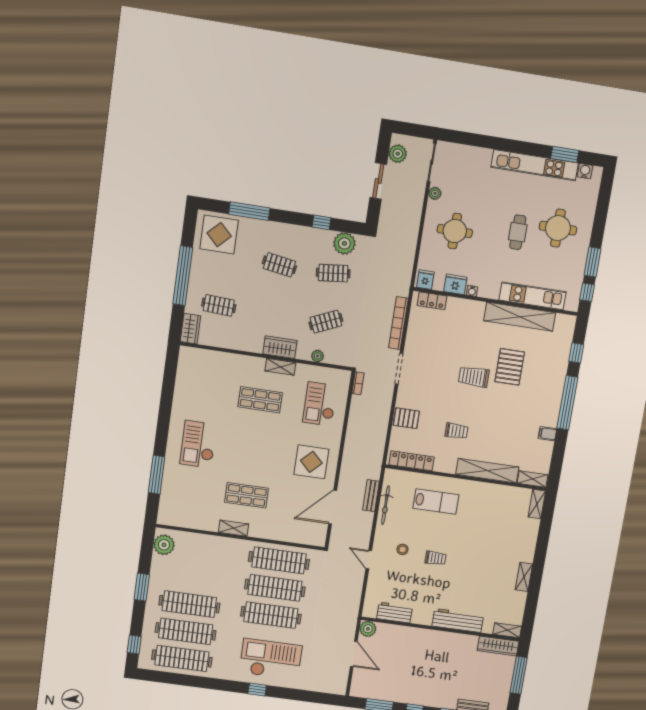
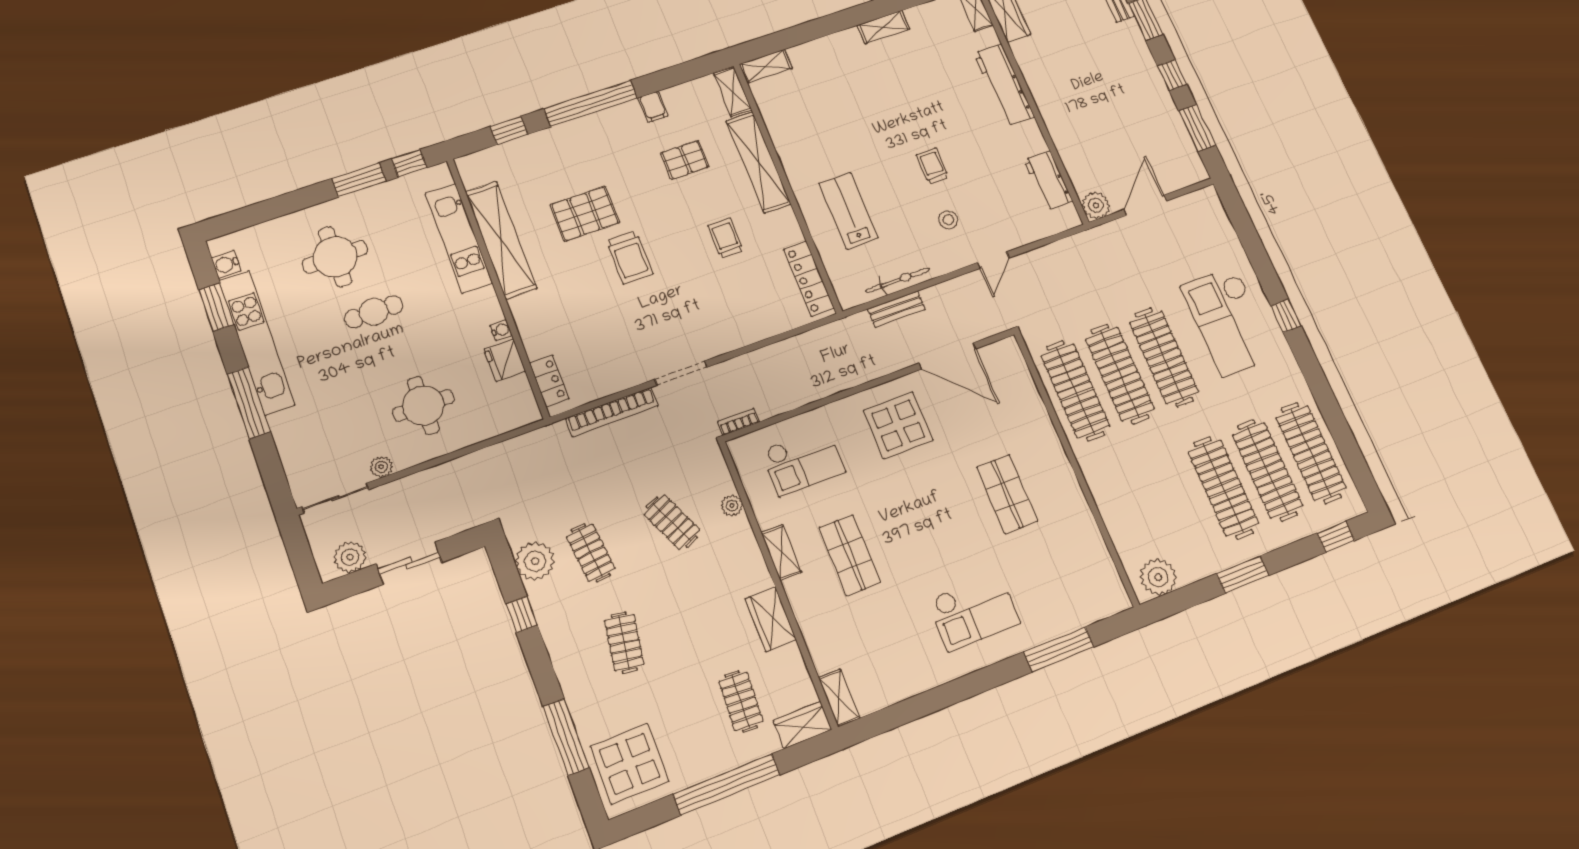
window: (505, 145) -> (249, 403), added
fridge: (425, 280) -> (523, 408), removed
wardrobe: (280, 347) -> (771, 619), moved
pallet: (406, 418) -> (685, 160), moved, turned 90
shelving: (234, 528) -> (839, 698), moved

